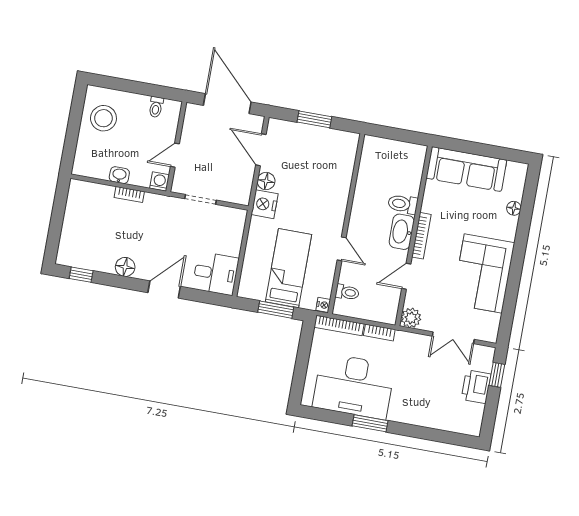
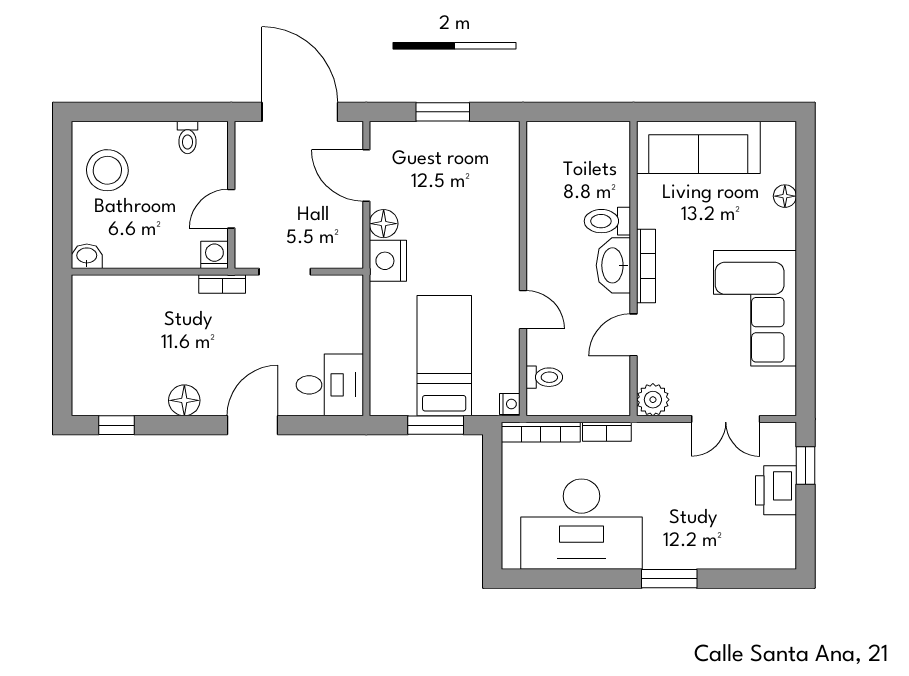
washbasin: (119, 175) -> (87, 256), moved
bookcase: (129, 194) -> (222, 284), moved
window: (370, 423) -> (669, 579), moved

